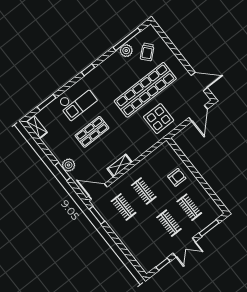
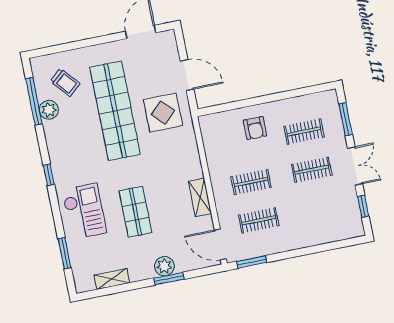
door: (198, 113) -> (187, 75), moved
shelving: (37, 127) -> (112, 279), moved
armchair: (177, 177) -> (255, 128), turned 180
door: (98, 191) -> (220, 244), hinge flipped

